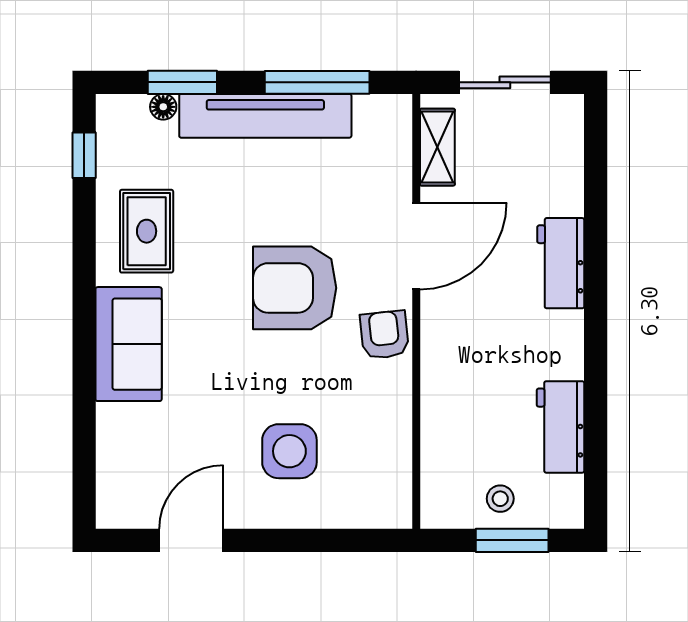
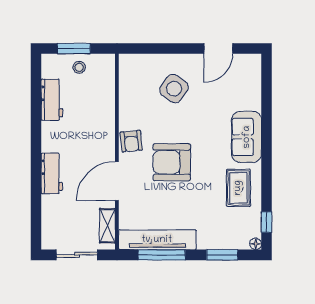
floor lamp: (163, 107) -> (256, 244), moved
tv unit: (265, 116) -> (157, 240), moved
armchair: (295, 288) -> (172, 162), turned 180
side table: (289, 451) -> (174, 89), turned 35

